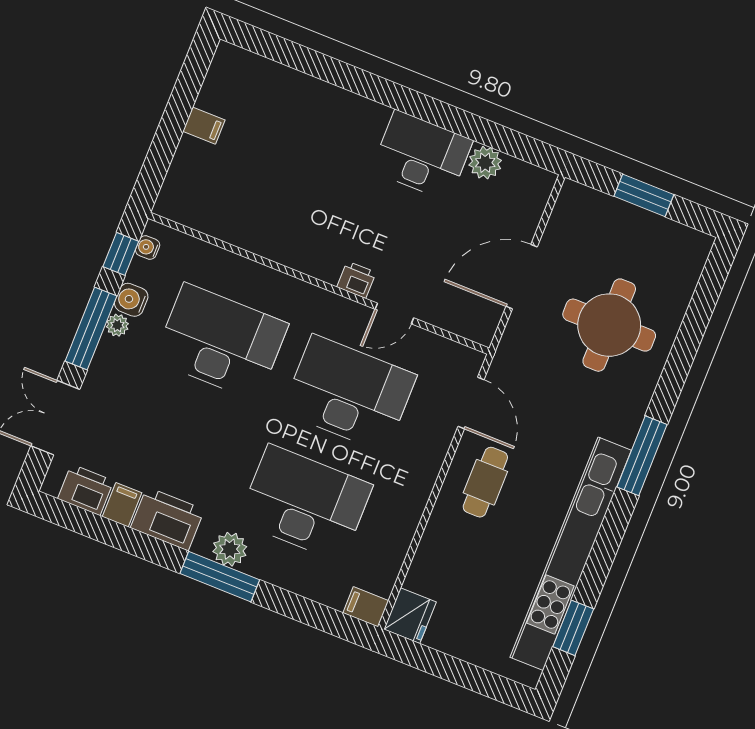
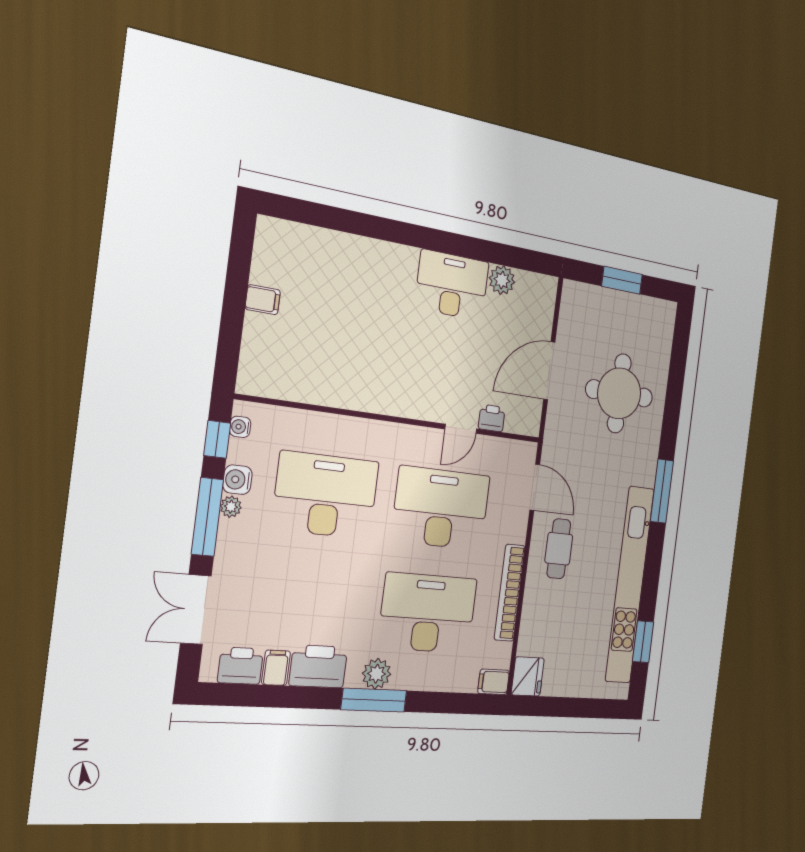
printer: (356, 280) -> (492, 418), moved
bookcase: (410, 513) -> (510, 593), added

